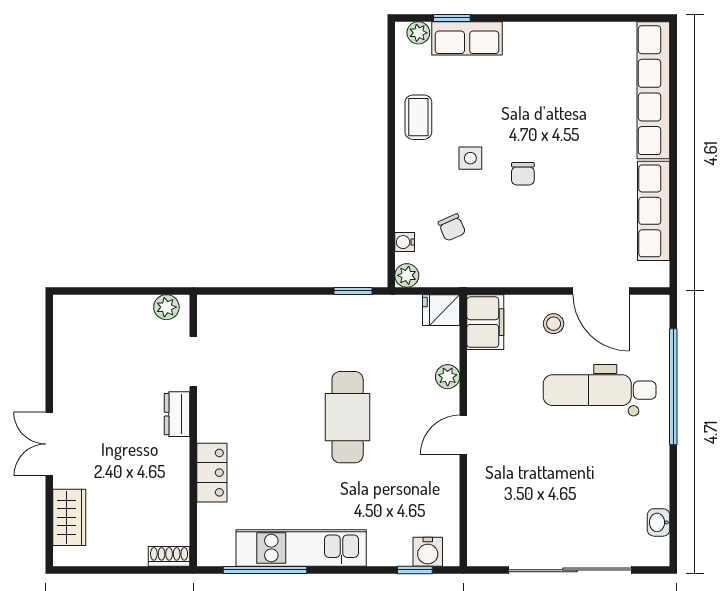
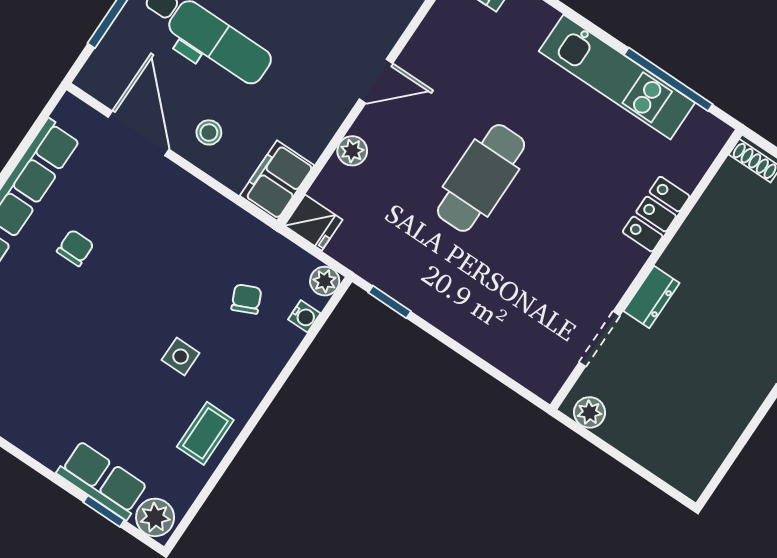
plant: (418, 33) -> (155, 517), width x1.38, depth x1.38
chair: (523, 174) -> (75, 248), moved

